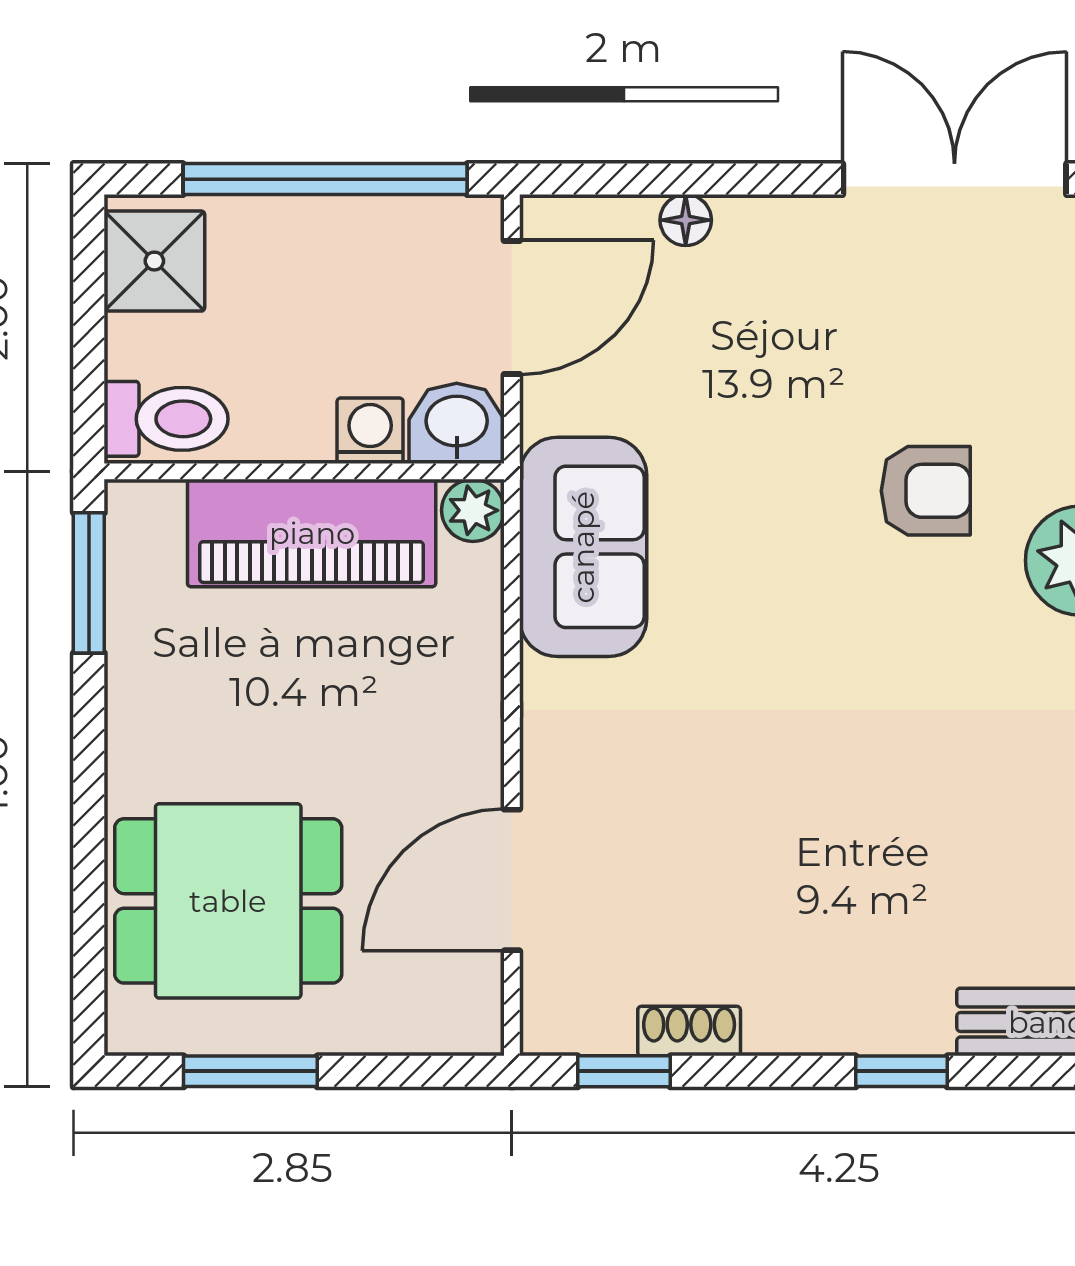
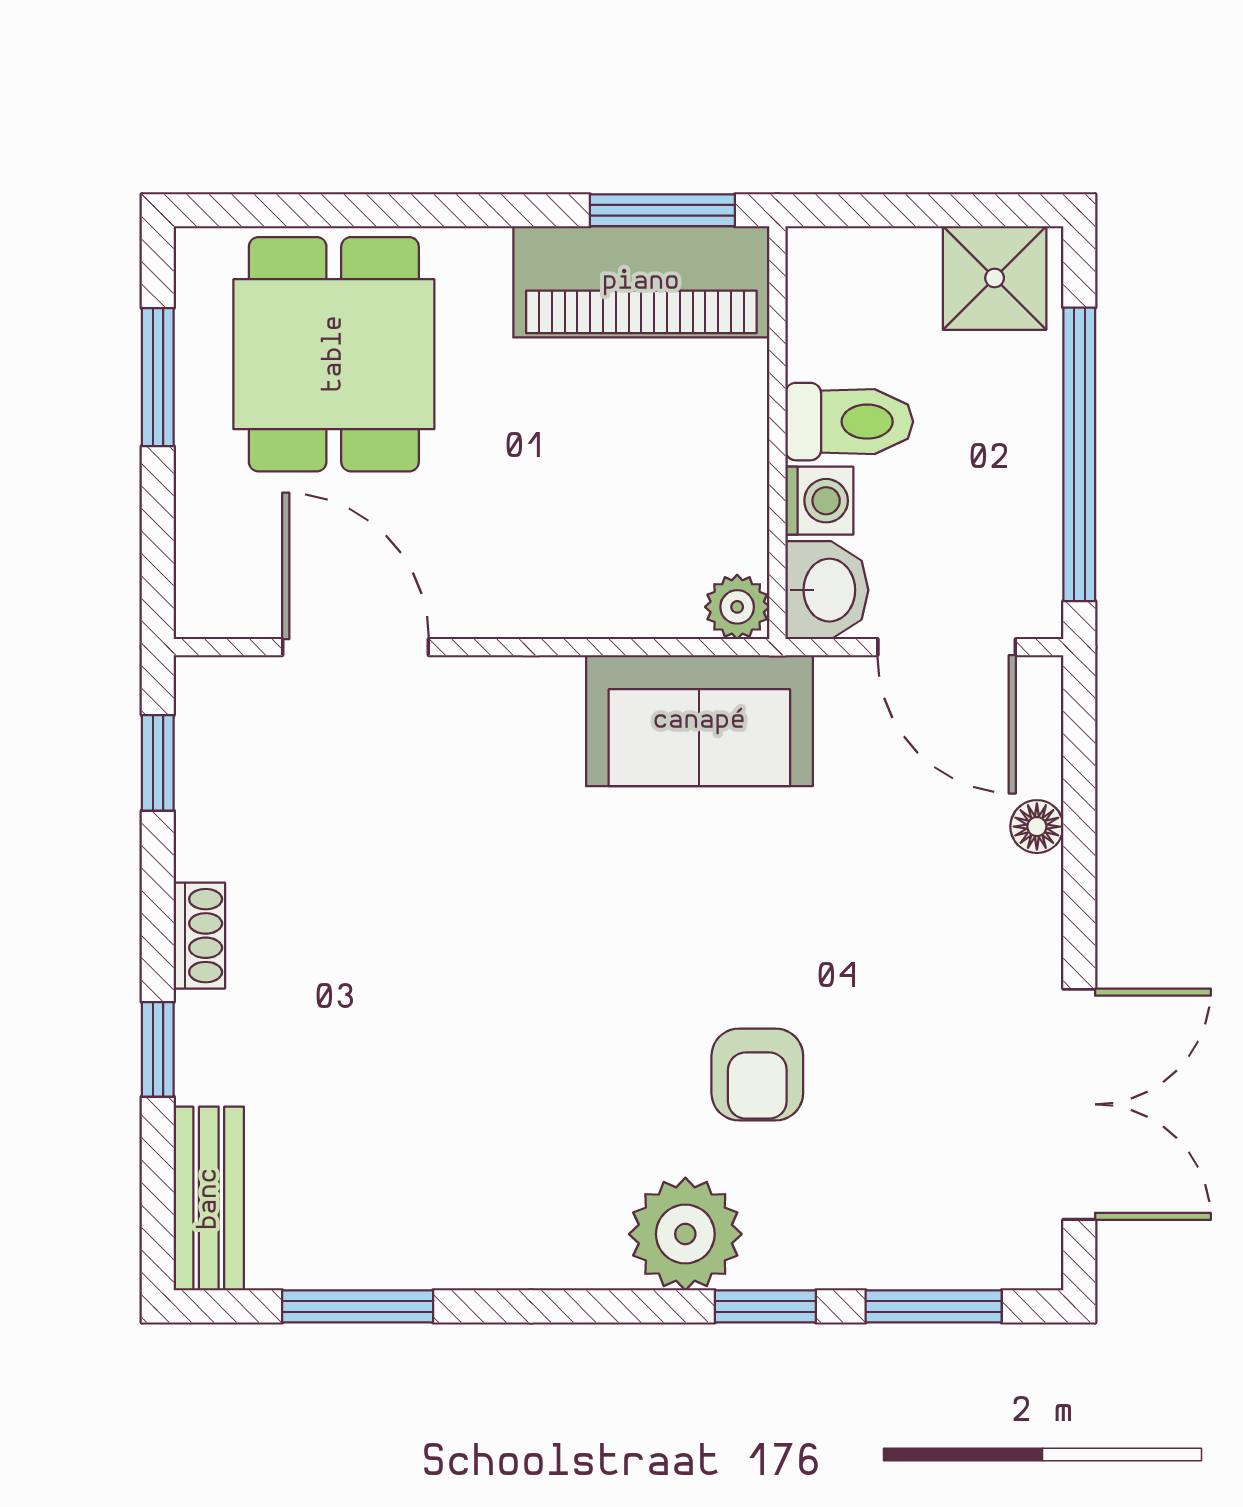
toilet: (166, 419) -> (849, 422), moved, turned -90
piano: (312, 533) -> (641, 282), moved, turned -90
shoe rack: (689, 1031) -> (199, 936), moved

